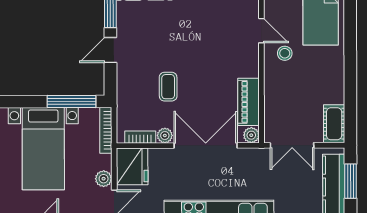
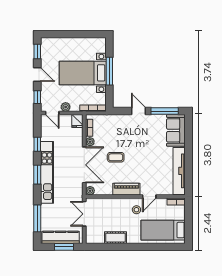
coffee table: (168, 87) -> (116, 157), moved
window: (71, 101) -> (109, 71), moved
piano: (249, 102) -> (126, 189), moved
cot: (334, 124) -> (115, 238), moved
fridge: (132, 166) -> (77, 121), width x0.53, depth x0.75

